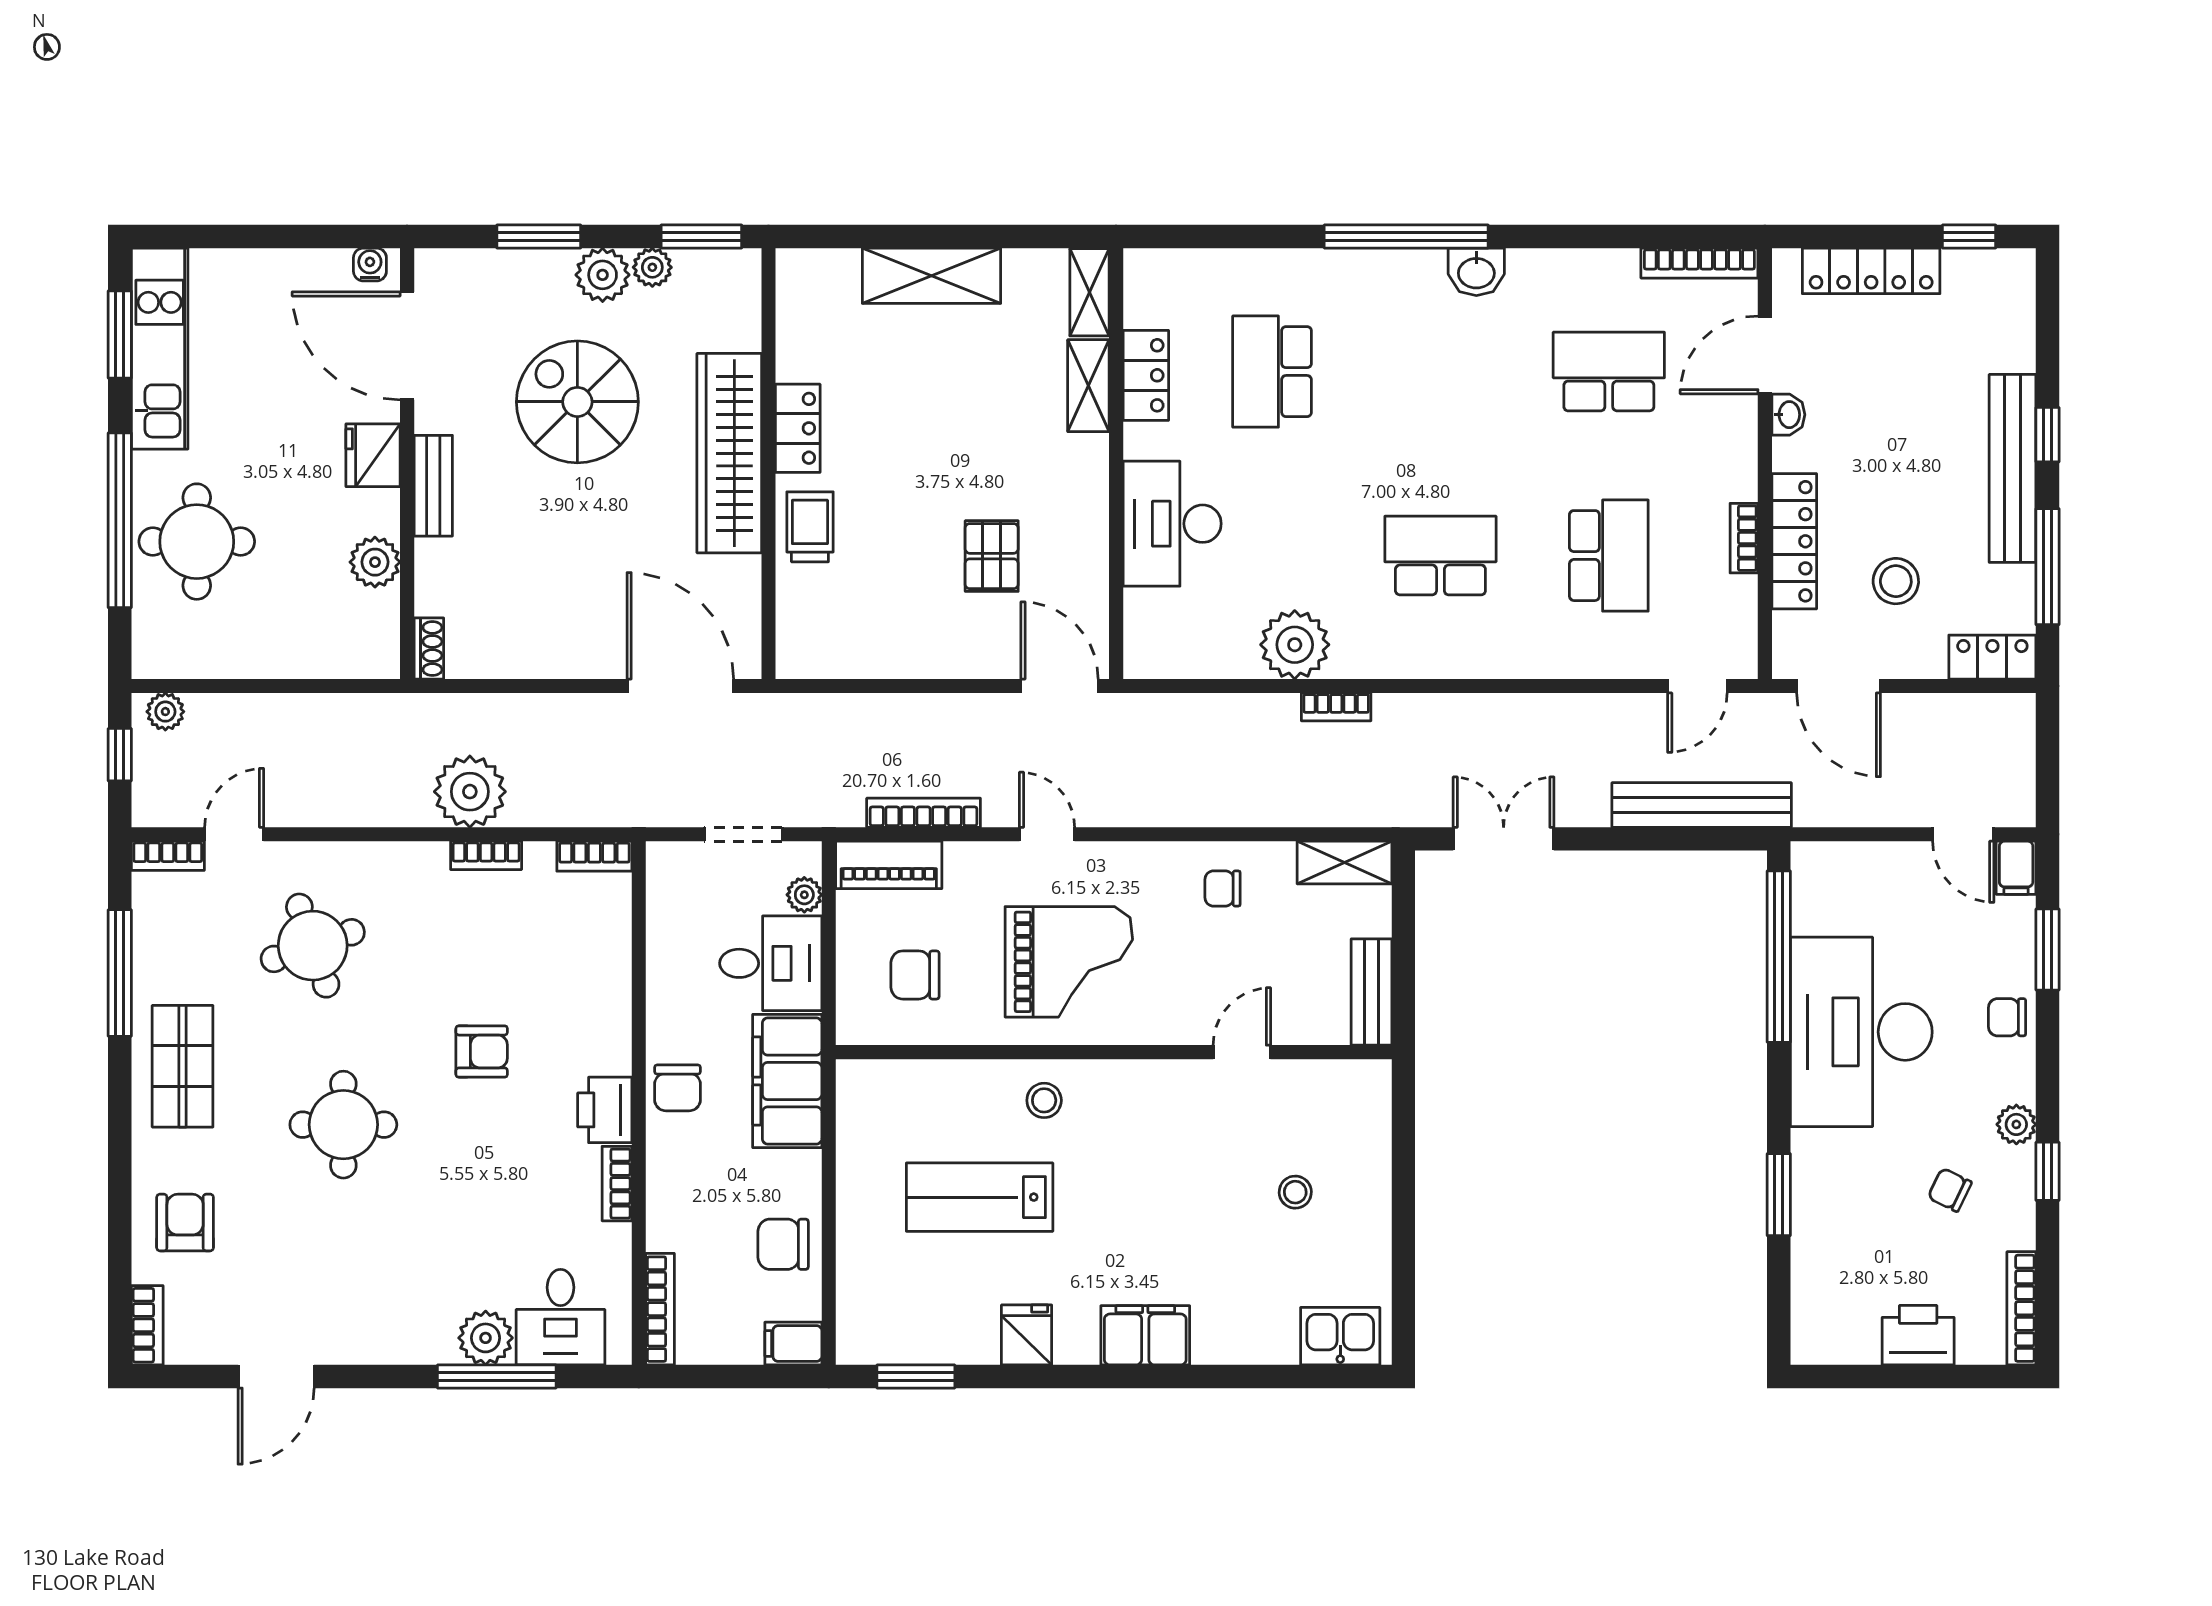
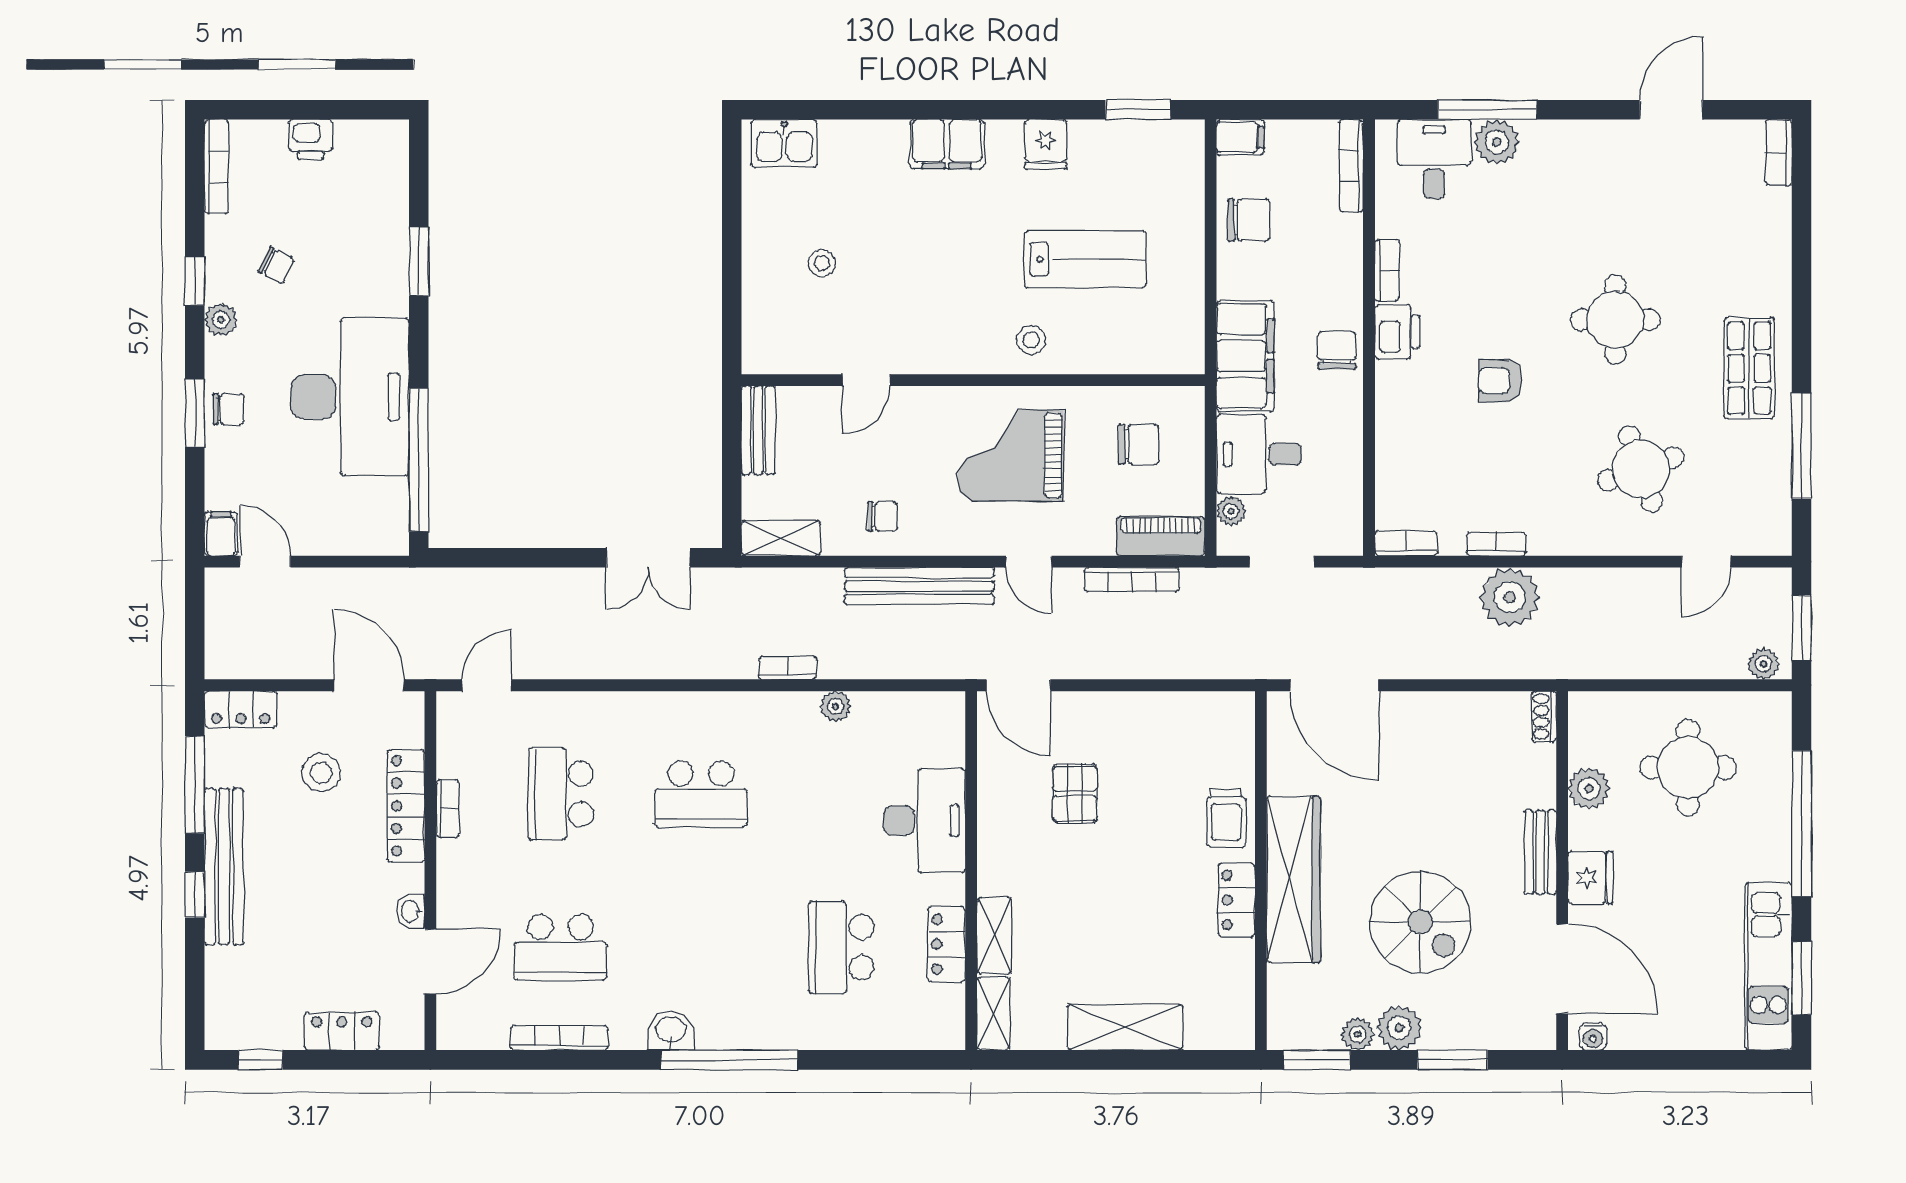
bookcase: (1699, 263) -> (559, 1038), moved
locker: (1871, 271) -> (342, 1031), width x0.66
school desk: (1272, 372) -> (841, 947), turned 180
round table: (197, 542) -> (1688, 768), moved
plant: (1295, 645) -> (836, 706), width x0.53, depth x0.53
window: (120, 755) -> (1802, 628), width x1.50
bench: (1702, 805) -> (919, 586), moved
bookcase: (168, 856) -> (1762, 544), removed
window: (2048, 949) -> (195, 413), moved
armchair: (185, 1222) -> (1747, 238), removed
printer: (1918, 1335) -> (311, 139), width x0.73, depth x0.81

